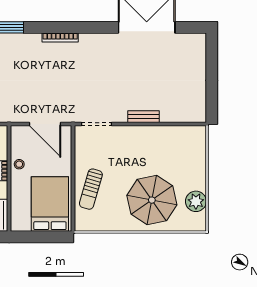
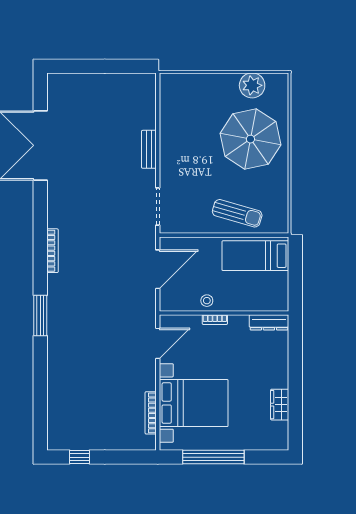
bed: (50, 204) -> (255, 256), width x0.67

